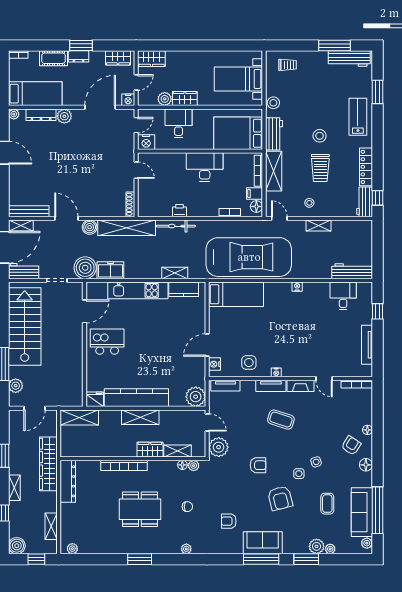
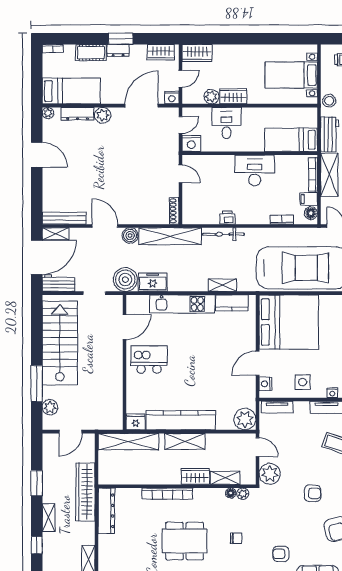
bed: (238, 133) -> (291, 140), width x0.67
bed: (236, 294) -> (289, 322), width x2.04
shelving: (79, 417) -> (129, 442), width x1.47

